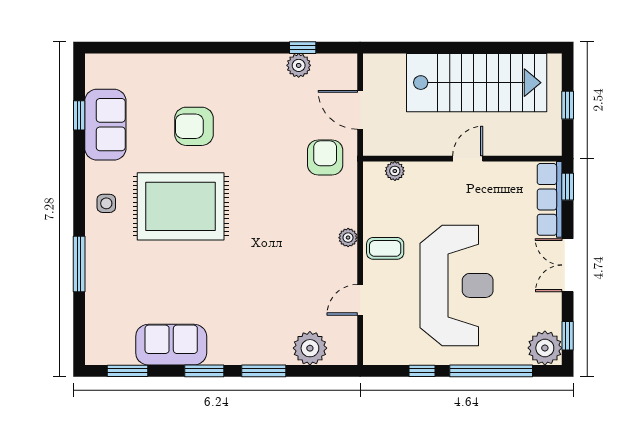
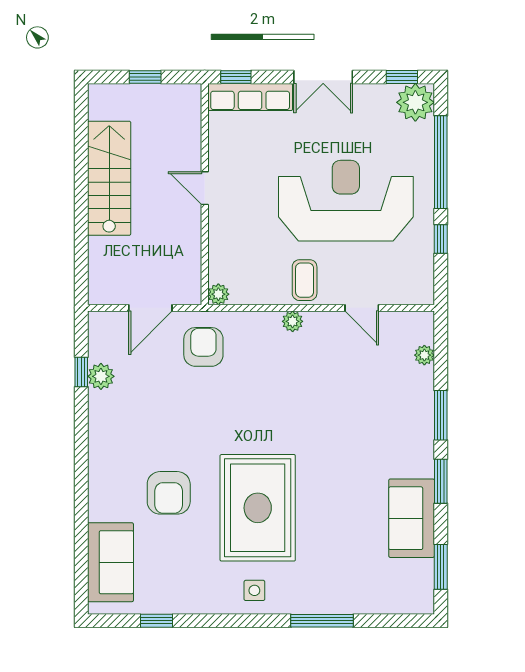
stairs: (477, 83) -> (109, 178), width x0.73, depth x0.66
sofa: (105, 125) -> (110, 562), moved, turned 90
armchair: (325, 158) -> (203, 347), turned 90
plant: (395, 171) -> (218, 294), moved
plant: (310, 348) -> (424, 355), width x0.53, depth x0.53

